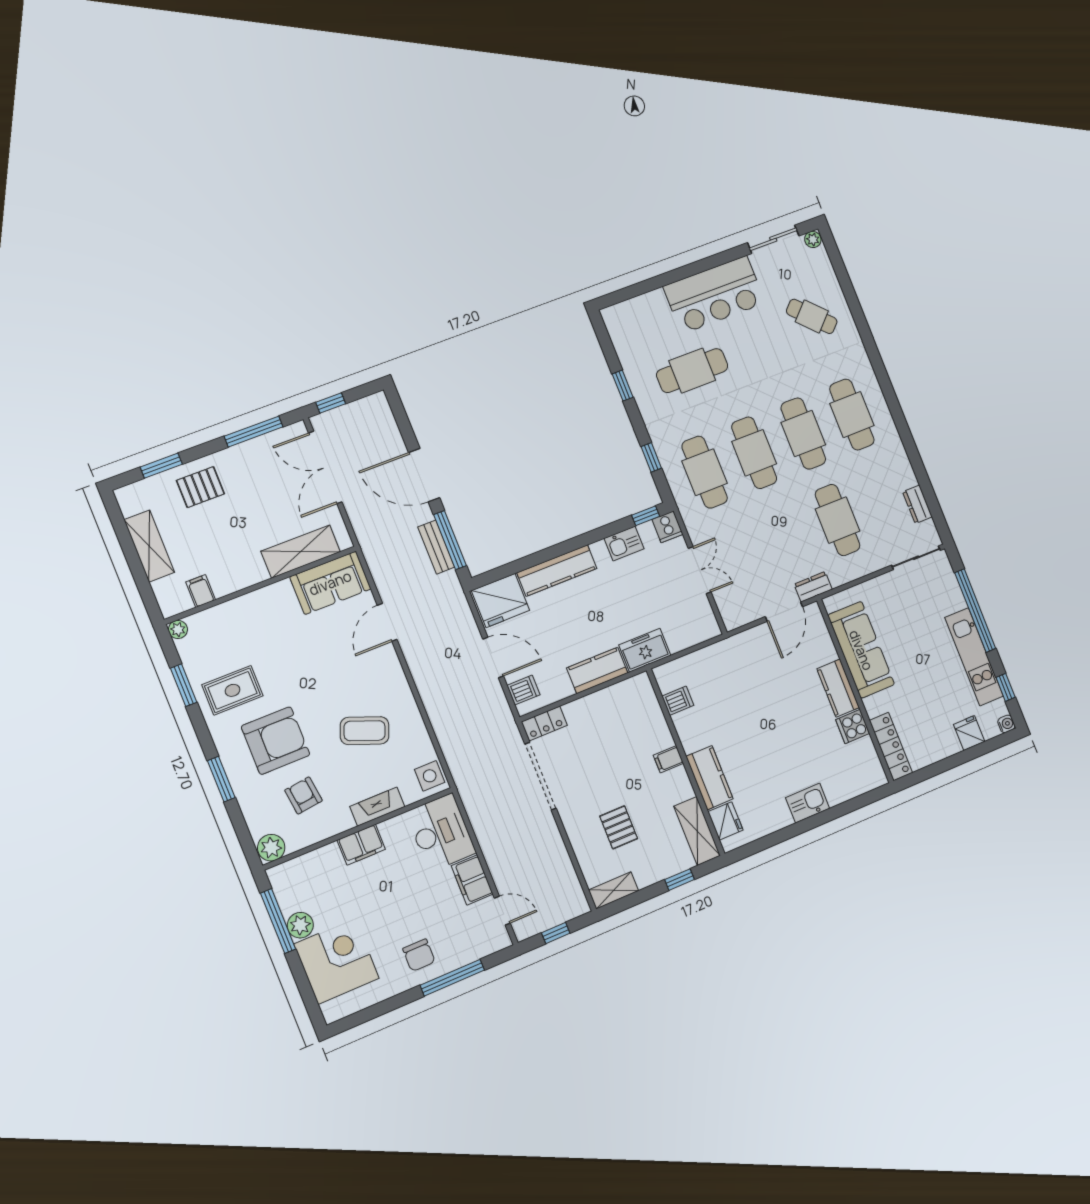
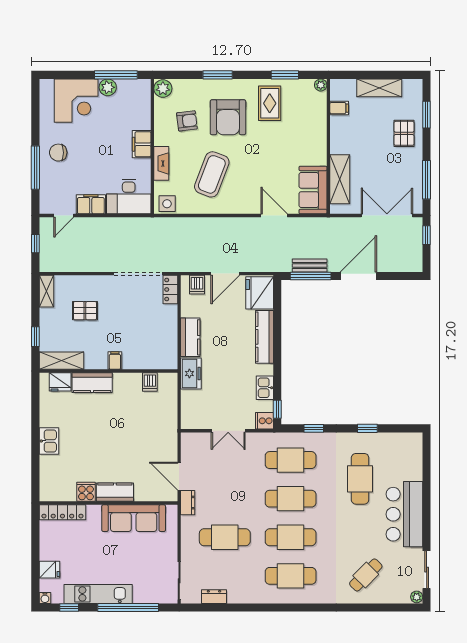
coffee table: (365, 731) -> (212, 174), width x1.36, depth x1.32

